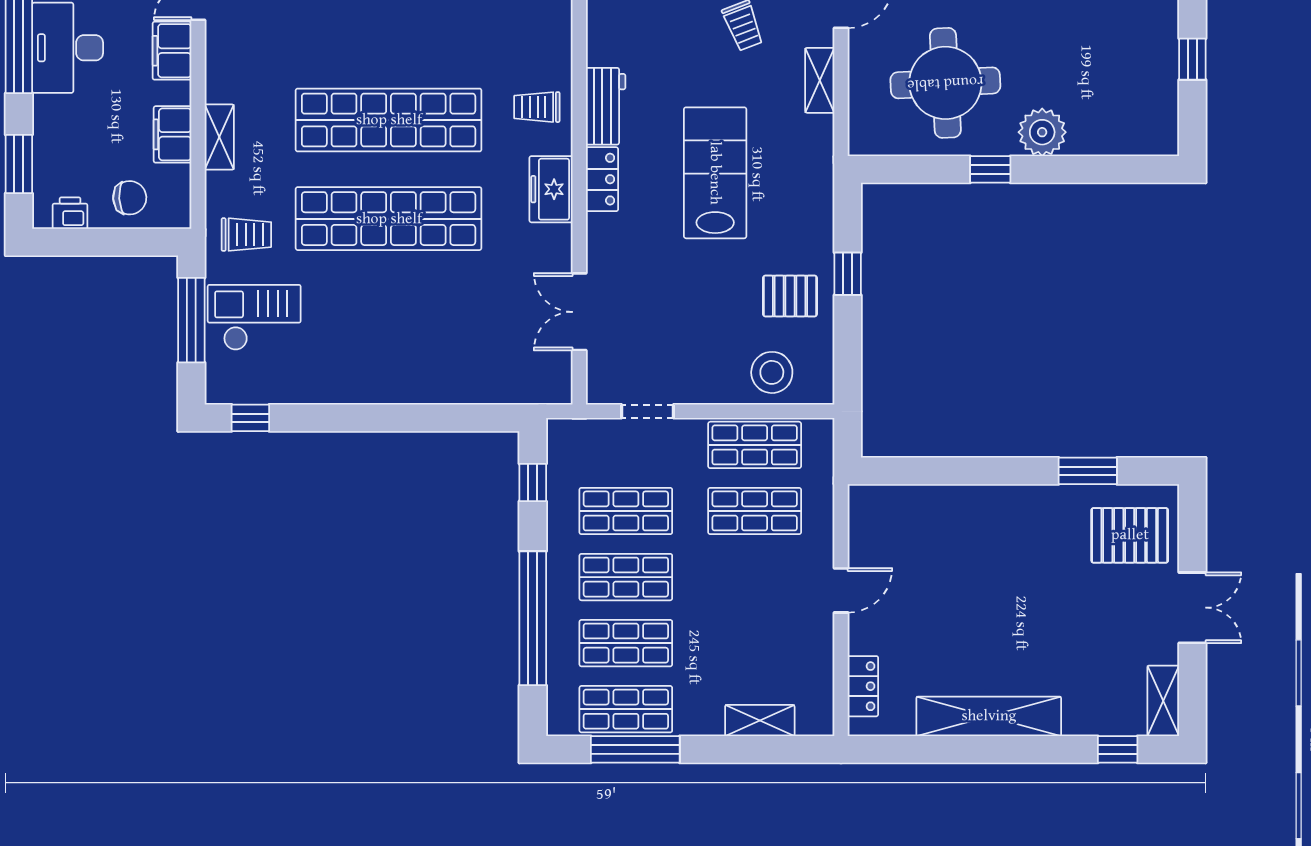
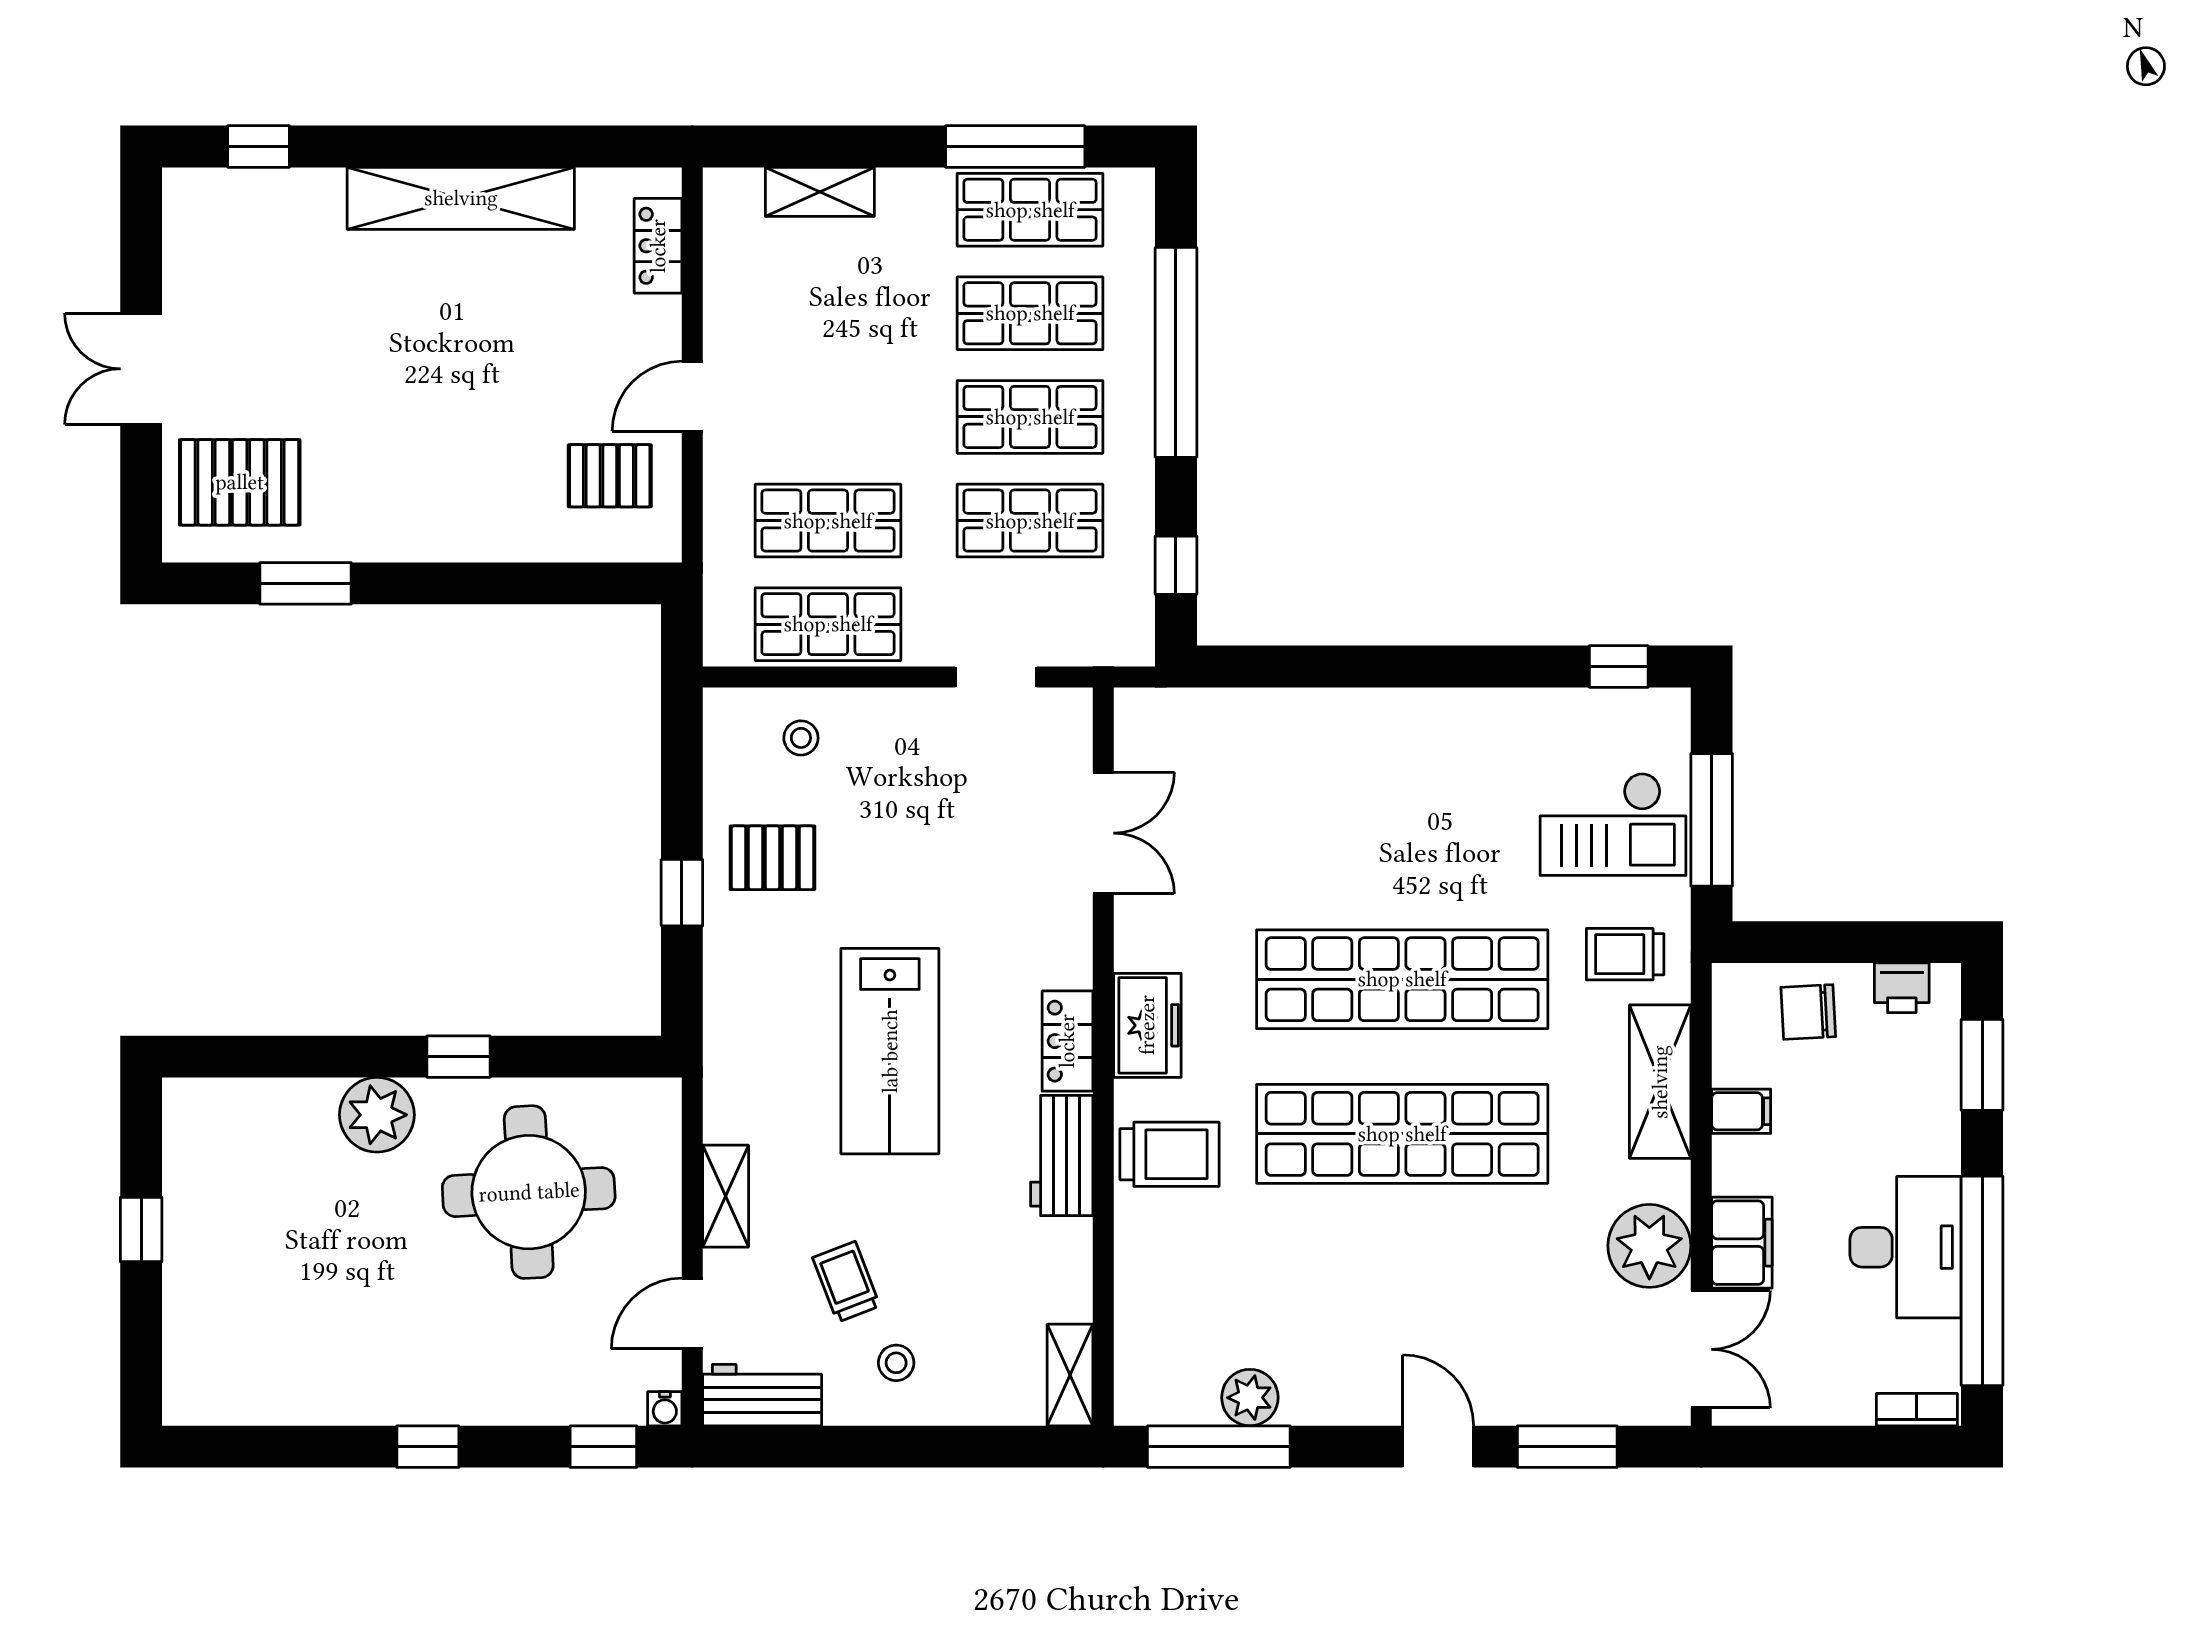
plant: (231, 49) -> (1649, 1246), added
trolley: (537, 107) -> (1170, 1154), width x1.36, depth x1.39
filing cabinet: (172, 134) -> (1741, 1111), width x0.50
shelving: (219, 137) -> (1660, 1082), width x1.50, depth x1.33
stool: (772, 372) -> (801, 738), width x0.53, depth x0.53
pallet: (894, 539) -> (610, 476), added
shelving: (1163, 701) -> (187, 223), removed

